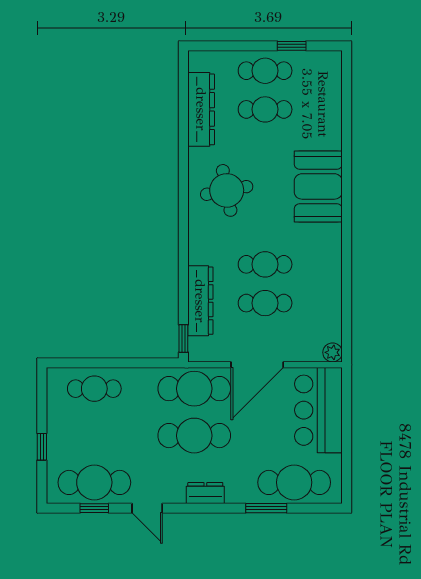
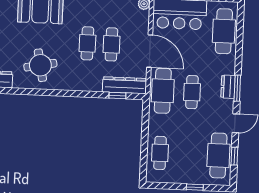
dresser: (200, 301) -> (125, 85), moved
window: (183, 338) -> (117, 96), moved
cafe table: (194, 436) -> (192, 92), width x0.73, depth x0.74
window: (266, 508) -> (237, 88), moved

